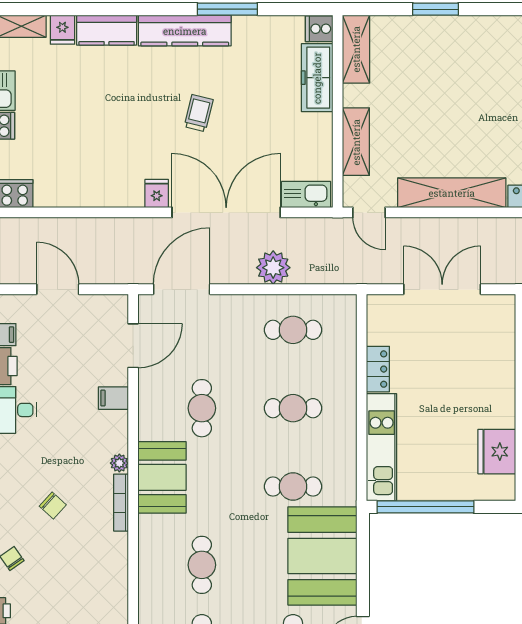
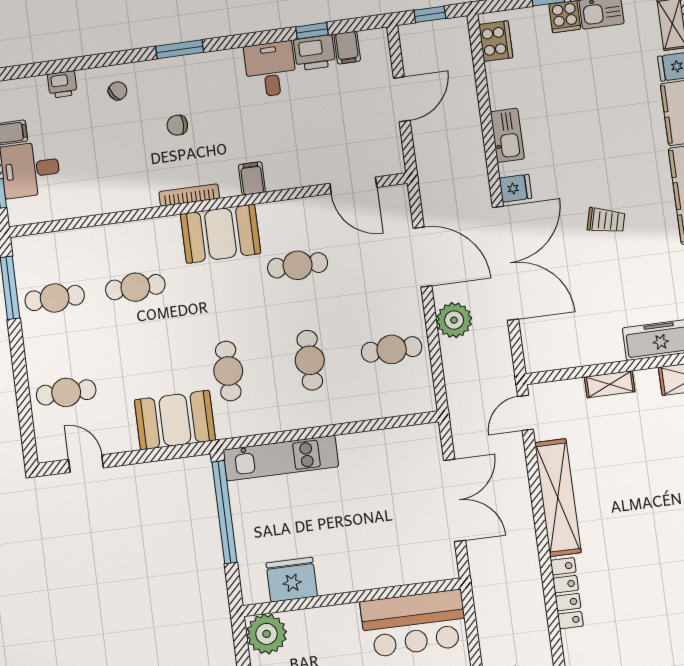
shelving: (356, 142) -> (610, 384), width x0.67, depth x0.75
kitchen sink: (306, 195) -> (507, 135), moved
door: (182, 289) -> (423, 257), moved
cafe table: (293, 330) -> (392, 349), turned 90
locker: (378, 369) -> (362, 444), removed
filing cabinet: (113, 398) -> (252, 178), moved
plant: (119, 463) -> (230, 188), removed
chair: (53, 506) -> (177, 125), turned 48
booth: (322, 556) -> (175, 420), width x0.73, depth x0.70

